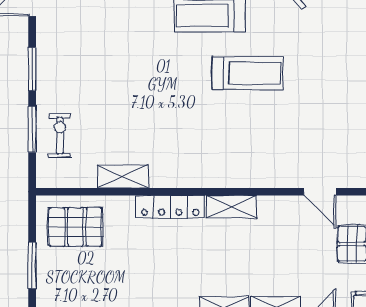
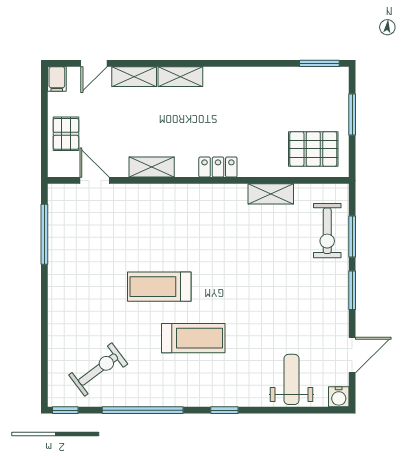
exercise bike: (60, 136) -> (327, 231), width x1.38, depth x1.39
locker: (170, 207) -> (218, 167), width x0.66
shelving: (232, 207) -> (152, 167), moved

